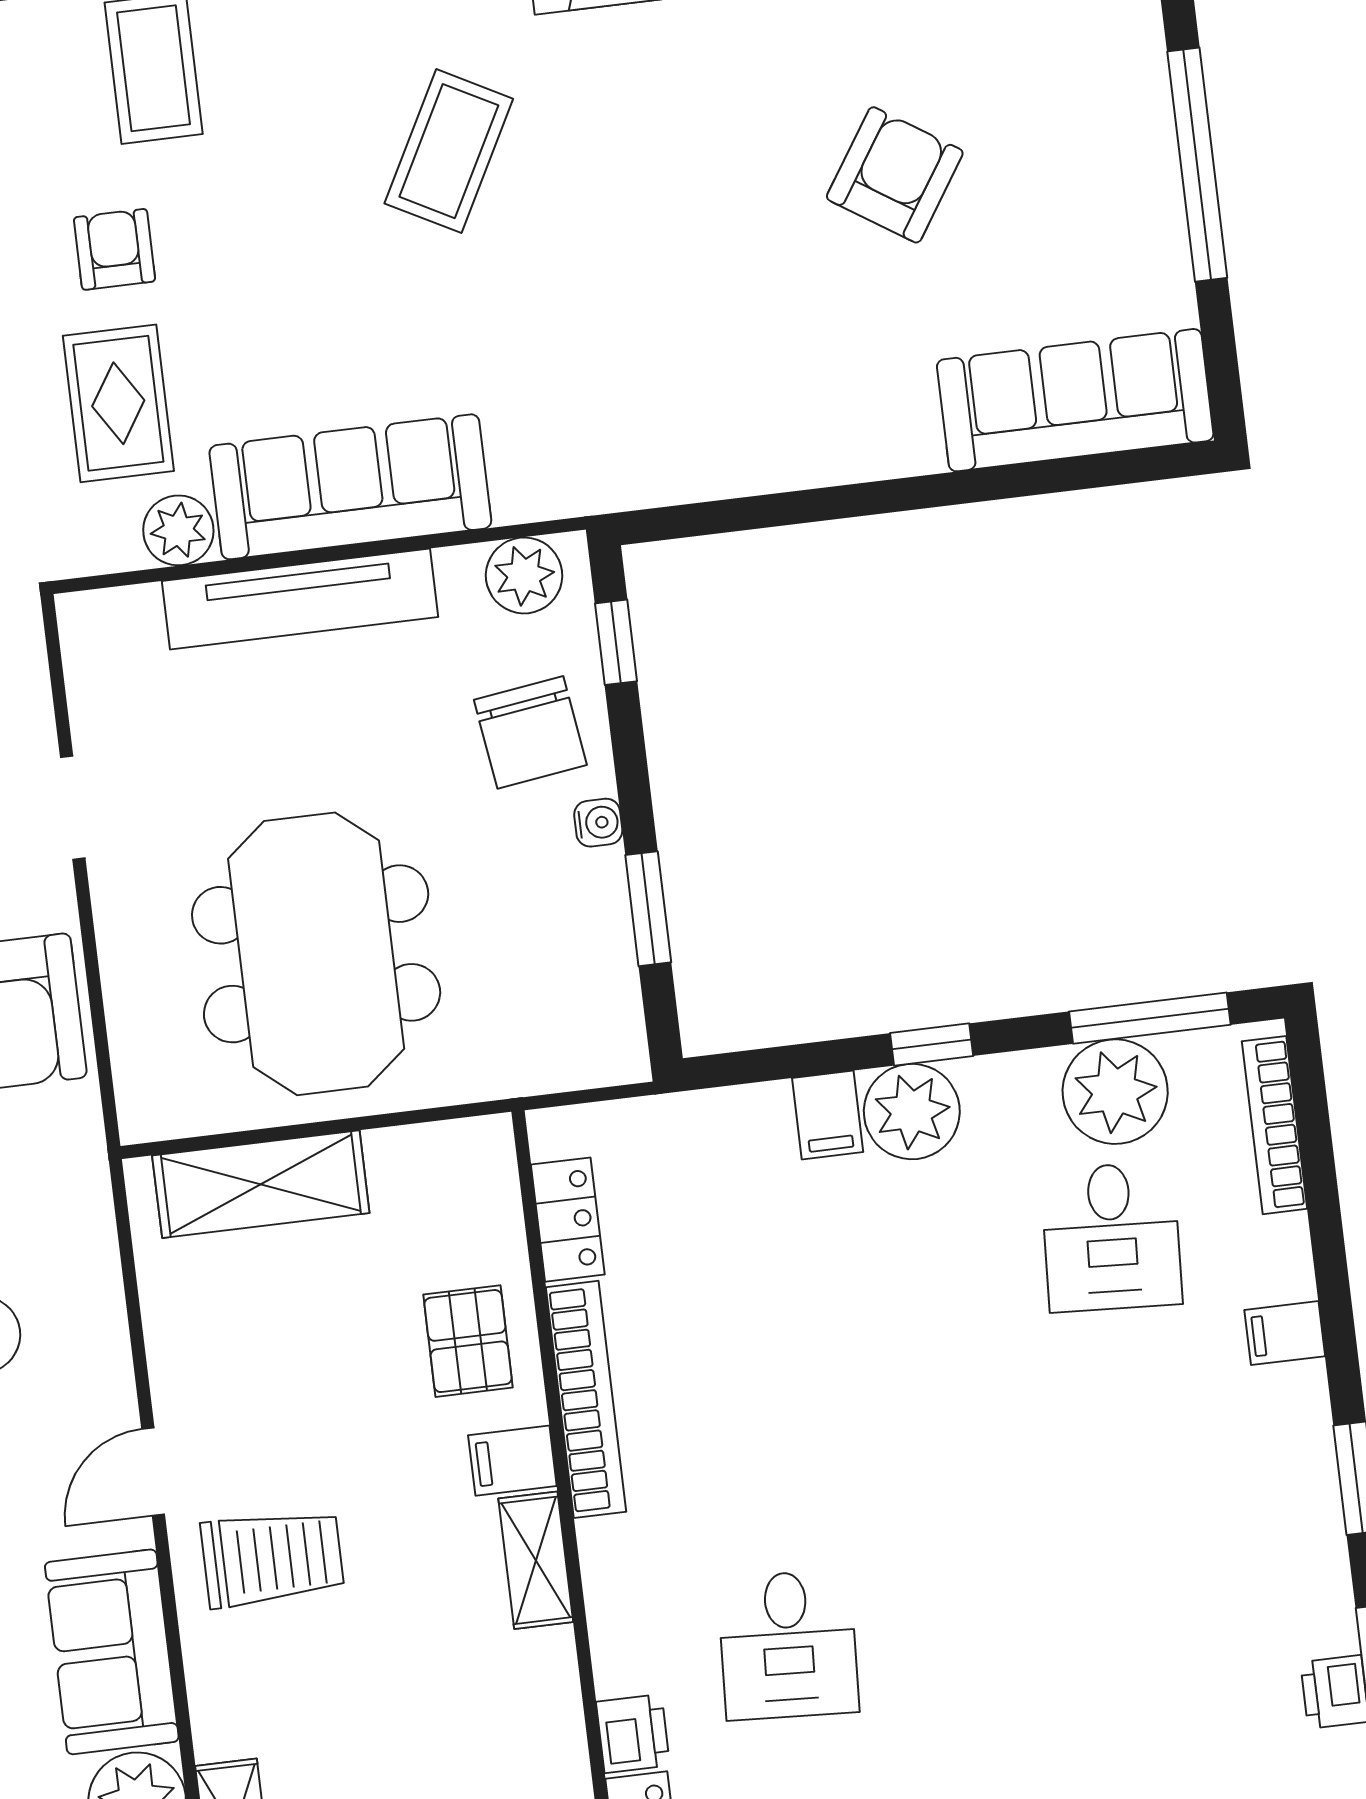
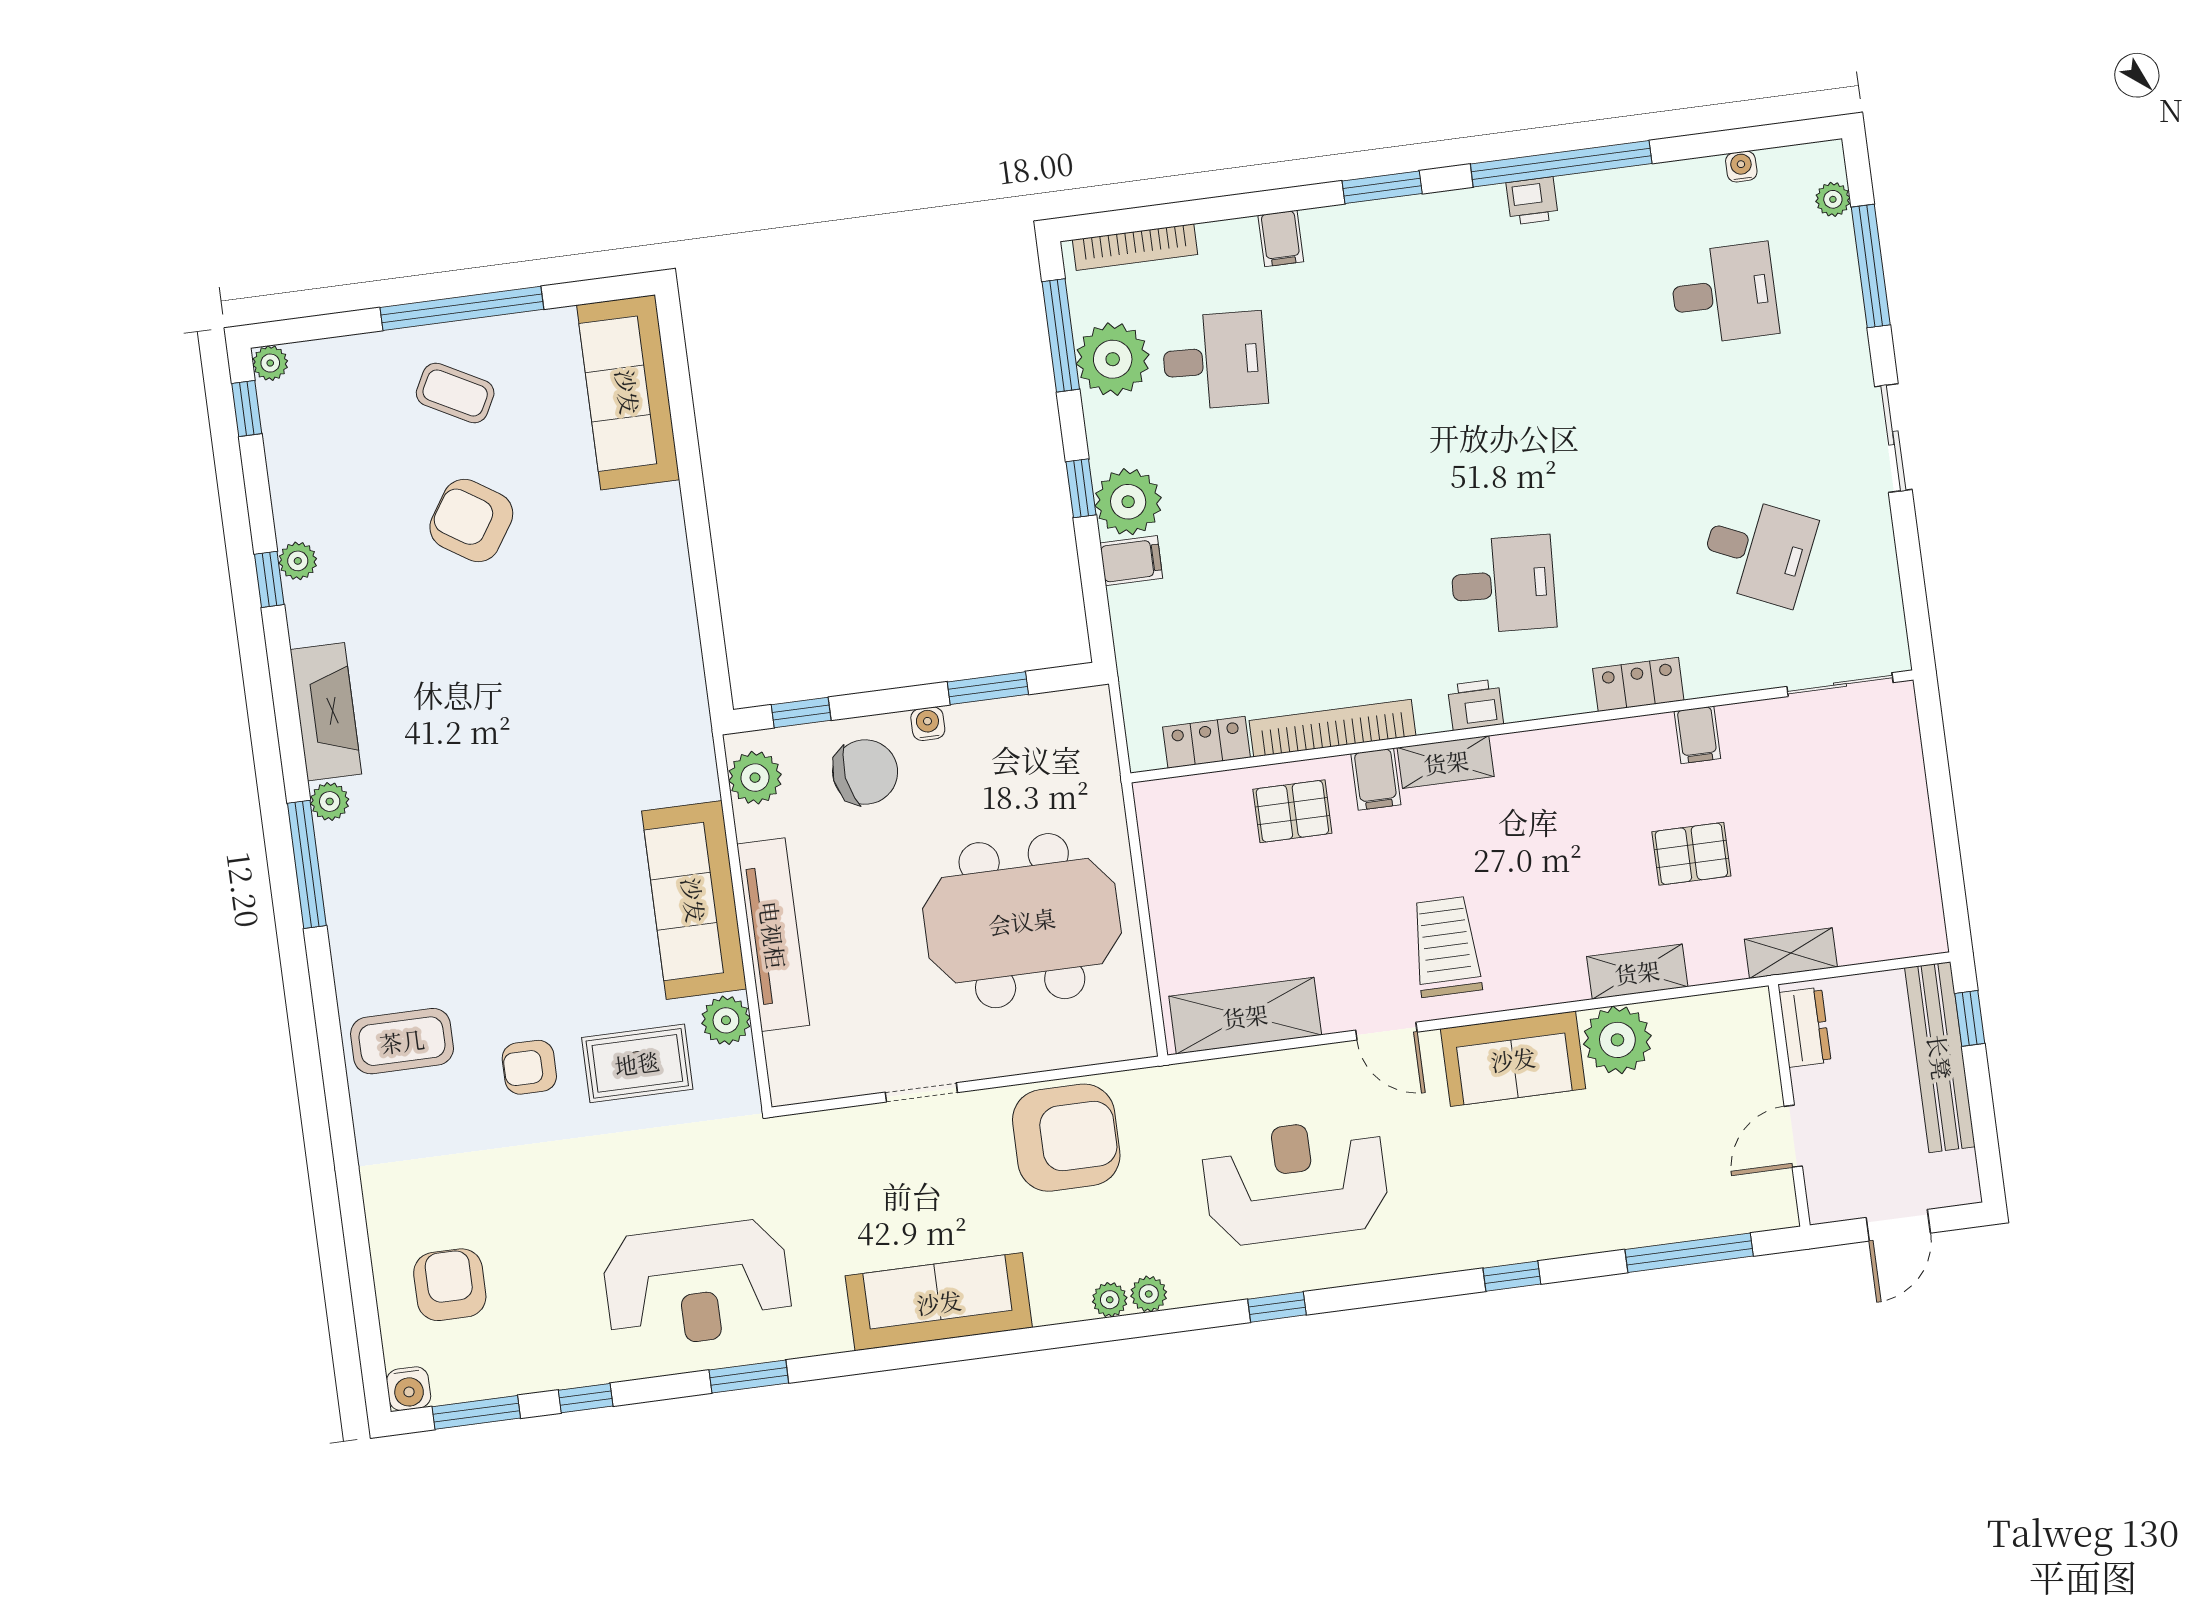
coffee table: (449, 151) -> (455, 393), moved, width x0.73, depth x0.77
shelving: (261, 1184) -> (1245, 1016), moved, turned 90
printer: (633, 1734) -> (1475, 705), moved

